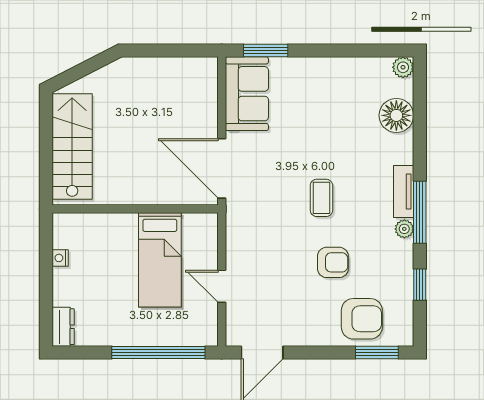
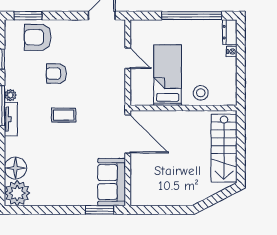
plant: (403, 67) -> (17, 193), width x1.88, depth x1.88
coffee table: (321, 198) -> (64, 115), turned 90
stool: (108, 232) -> (201, 93), added
nightstand: (60, 258) -> (232, 51), moved
window: (158, 352) -> (192, 16), moved

